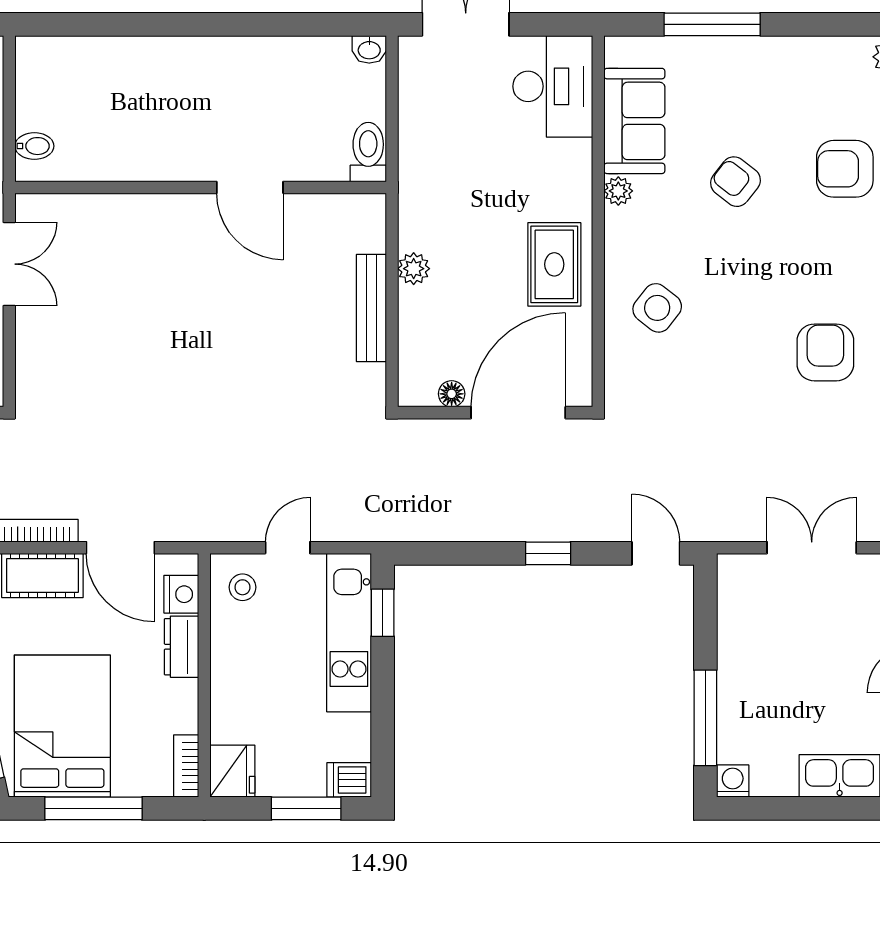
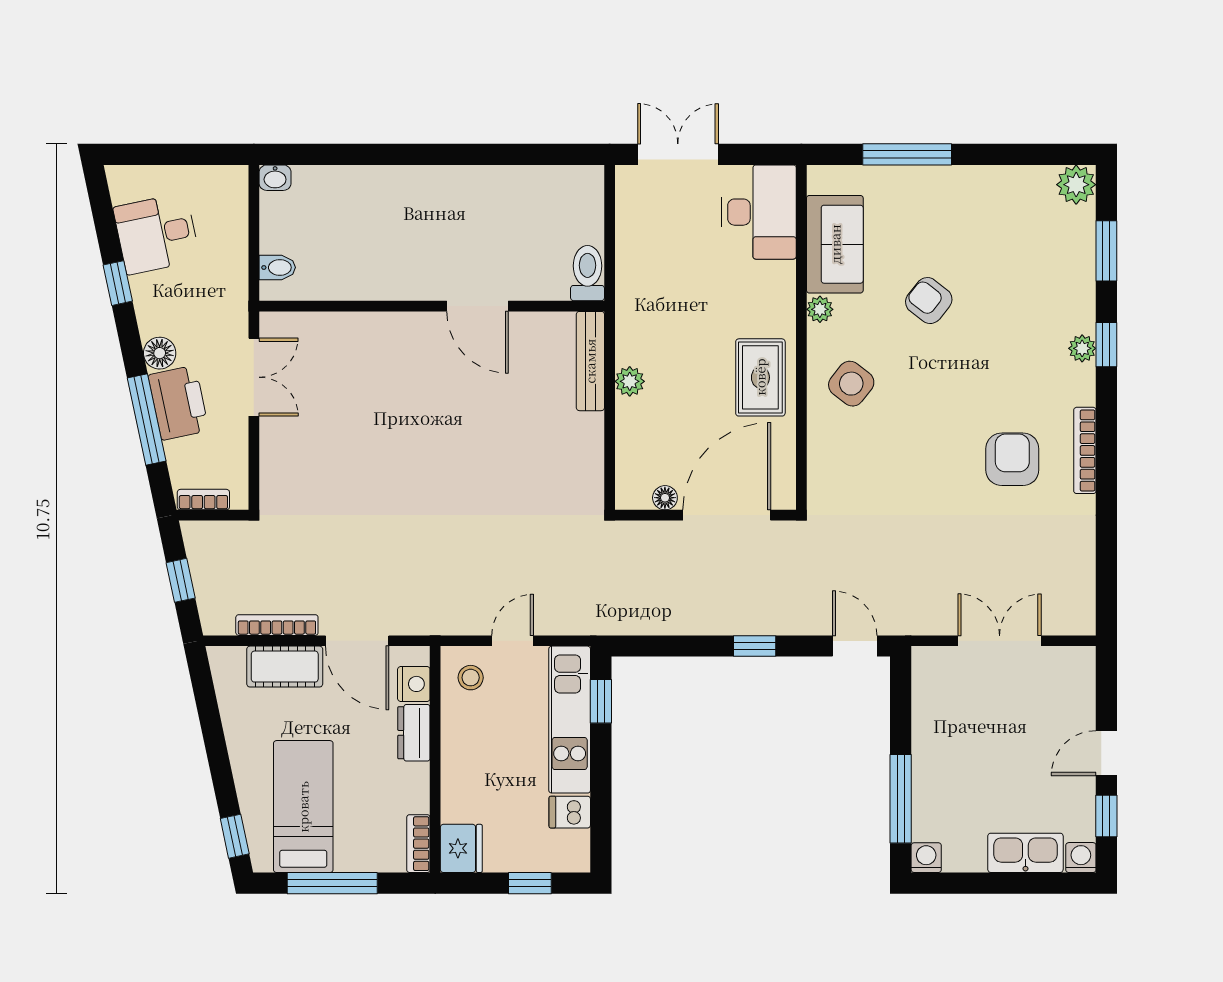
washbasin: (369, 49) -> (275, 178), moved
armchair: (845, 169) -> (1030, 289), removed
bench: (371, 308) -> (590, 361), moved
side table: (657, 308) -> (851, 384), moved
bed: (62, 726) -> (303, 807), width x0.67
dishwasher: (349, 780) -> (570, 812), moved
window: (306, 808) -> (530, 883), width x0.67

